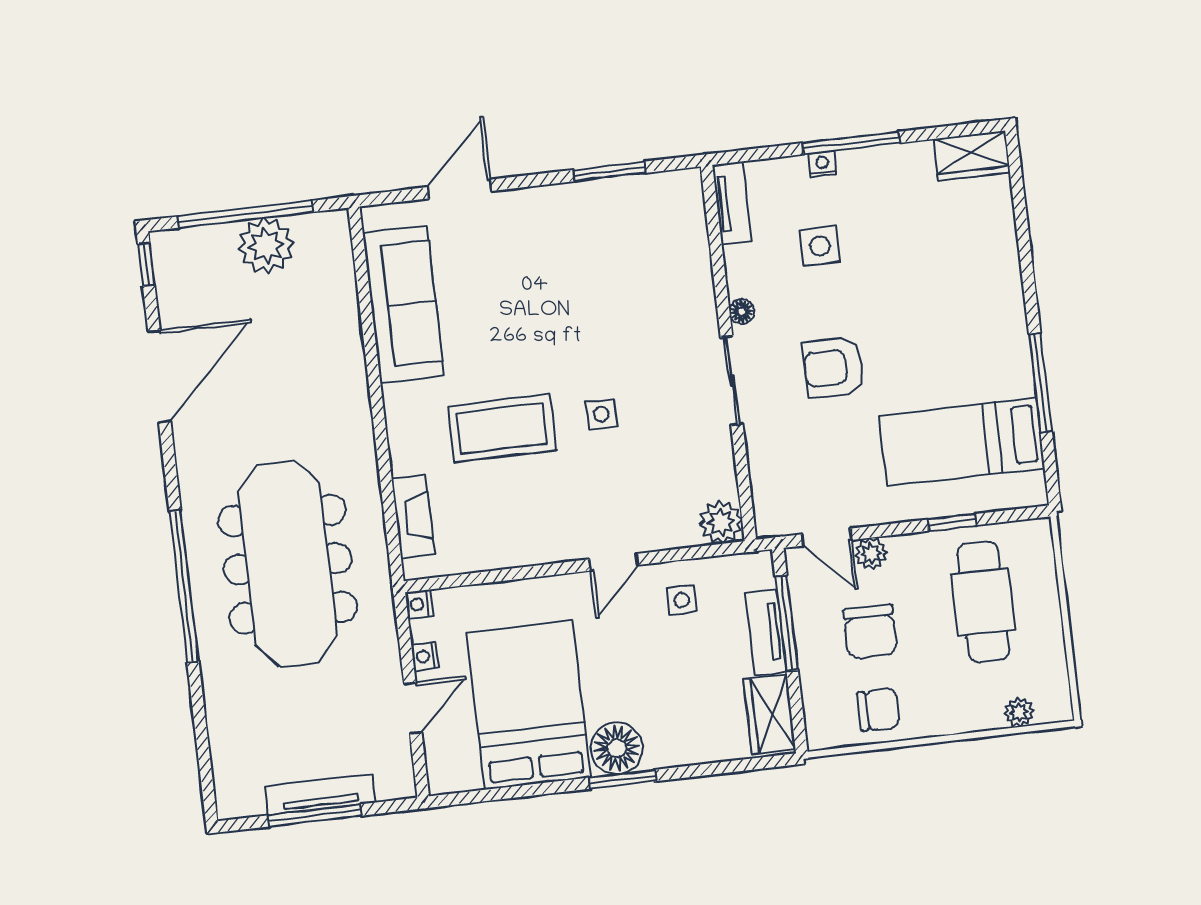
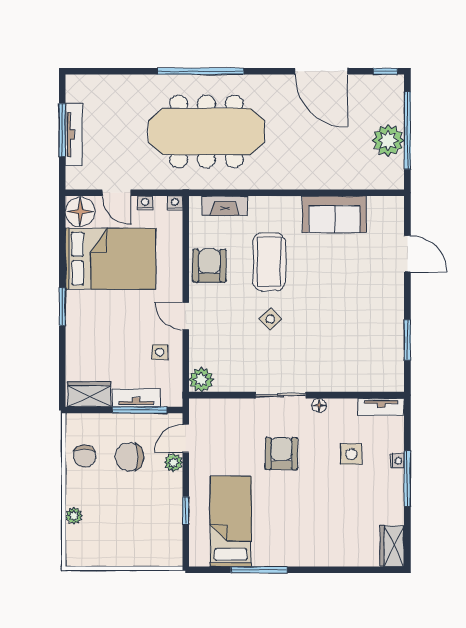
sofa: (403, 304) -> (334, 214), width x0.73
side table: (601, 414) -> (270, 319), turned 45
armchair: (521, 531) -> (209, 266), added
cafe table: (983, 602) -> (139, 523), removed
plant: (1019, 712) -> (74, 516), moved
floor lamp: (617, 748) -> (80, 212), moved

